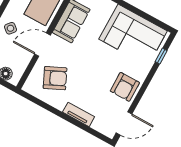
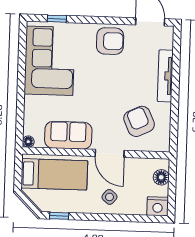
tv unit: (79, 114) -> (165, 76), width x1.41

